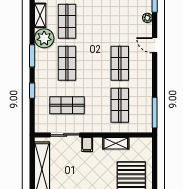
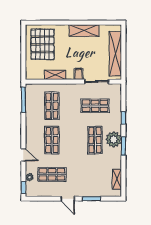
shop shelf: (67, 21) -> (52, 174), moved, turned 90
plant: (44, 38) -> (114, 139), moved

